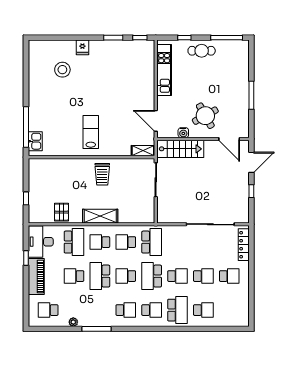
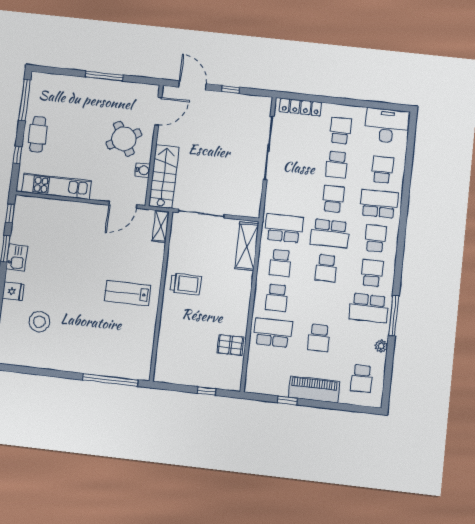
kitchen sink: (35, 141) -> (17, 258), moved, turned 90
shelving: (100, 216) -> (247, 246), moved
desk: (41, 242) -> (387, 126), moved, turned 180
school desk: (100, 276) -> (369, 308), moved
school desk: (203, 276) -> (337, 165), turned 180

